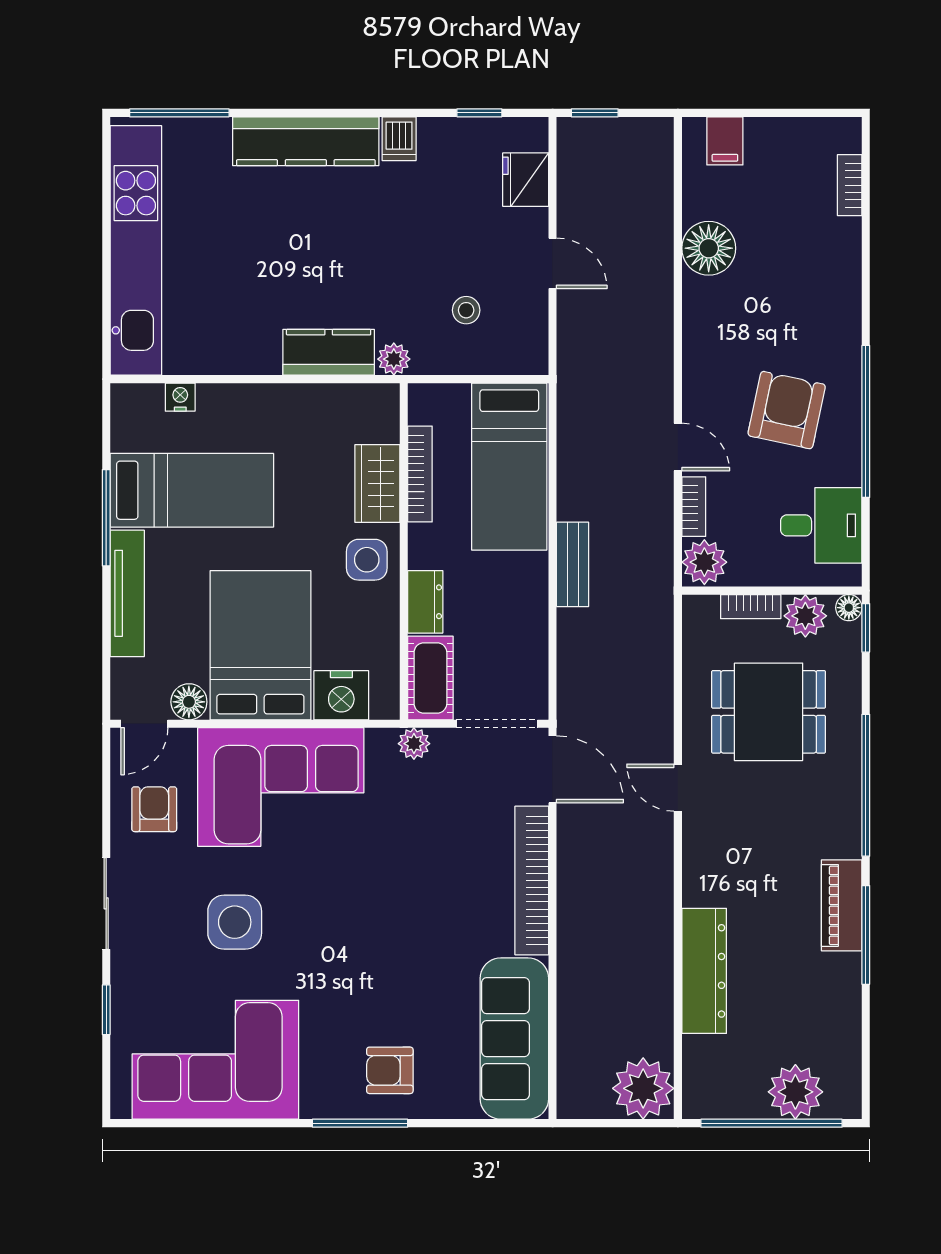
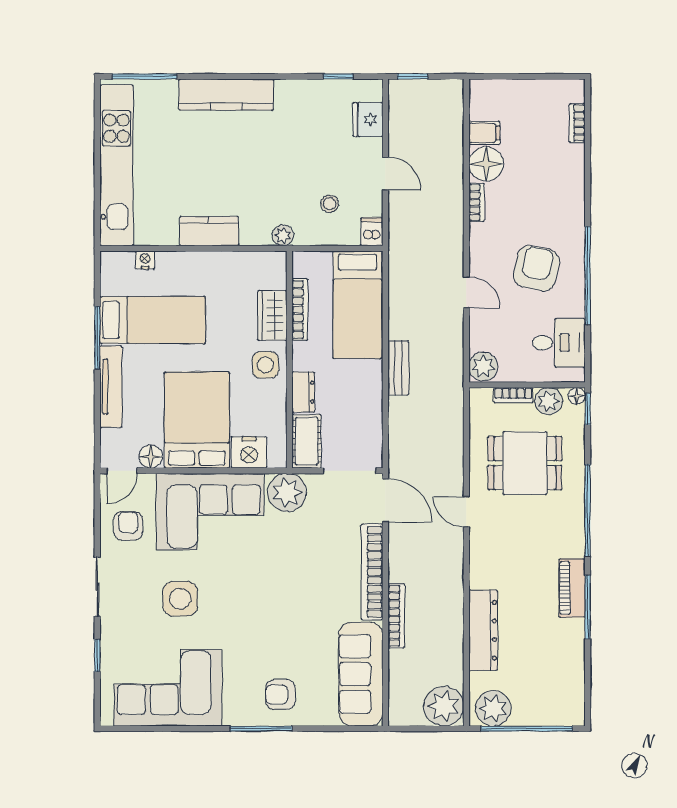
dishwasher: (399, 139) -> (372, 232), moved, turned 180
filing cabinet: (725, 141) -> (484, 133), moved, turned -90
kitchen counter: (329, 352) -> (209, 231), moved
bookcase: (694, 507) -> (477, 202), moved
plant: (414, 744) -> (287, 493), width x1.88, depth x1.88
bookcase: (569, 948) -> (396, 616), added
plant: (795, 1092) -> (493, 708), moved

